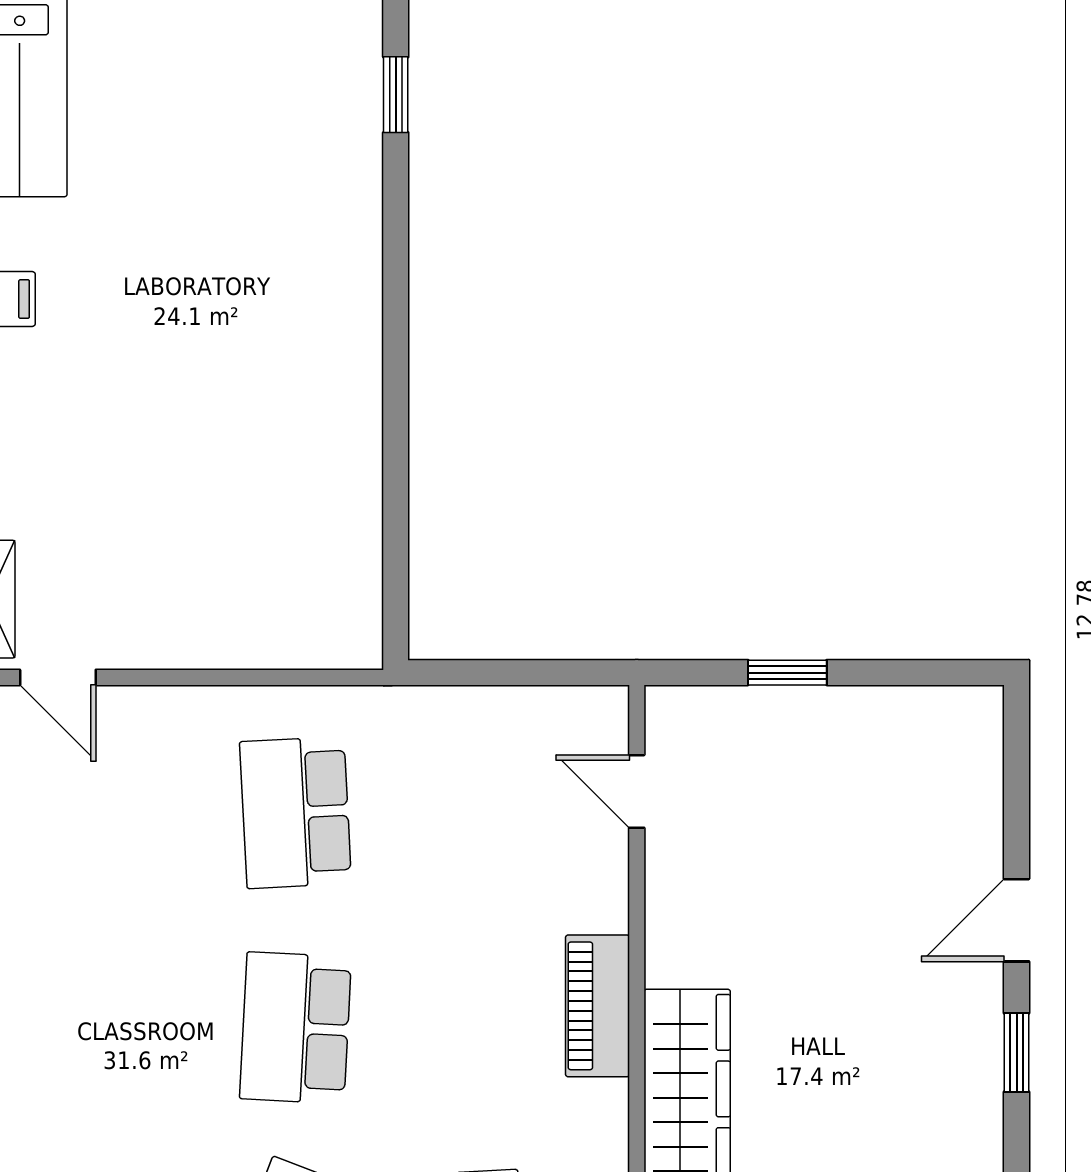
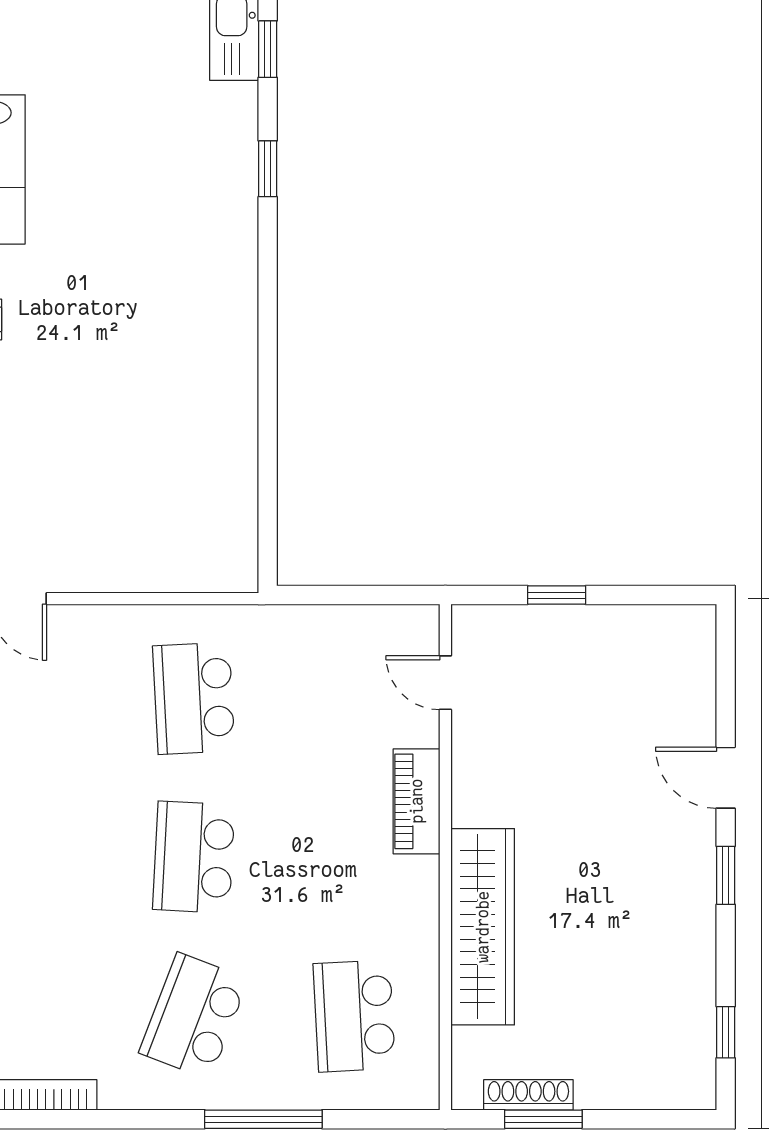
door: (1017, 920) -> (726, 778), hinge flipped
piano: (597, 1006) -> (417, 801), moved

